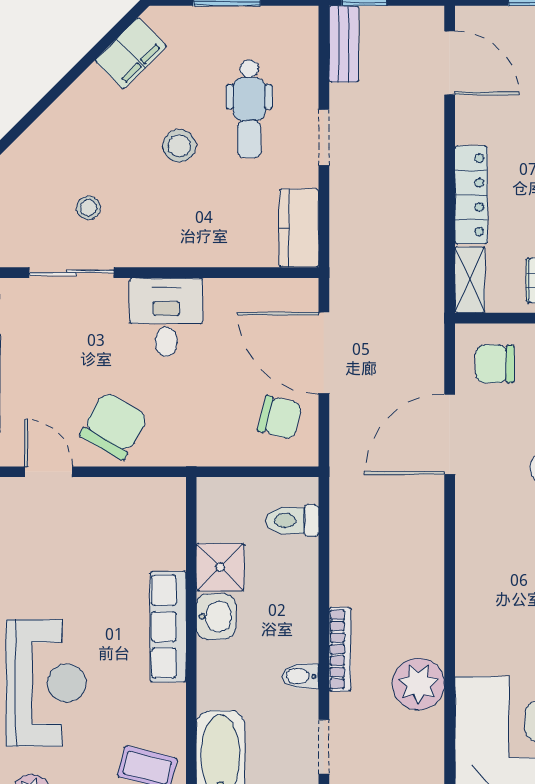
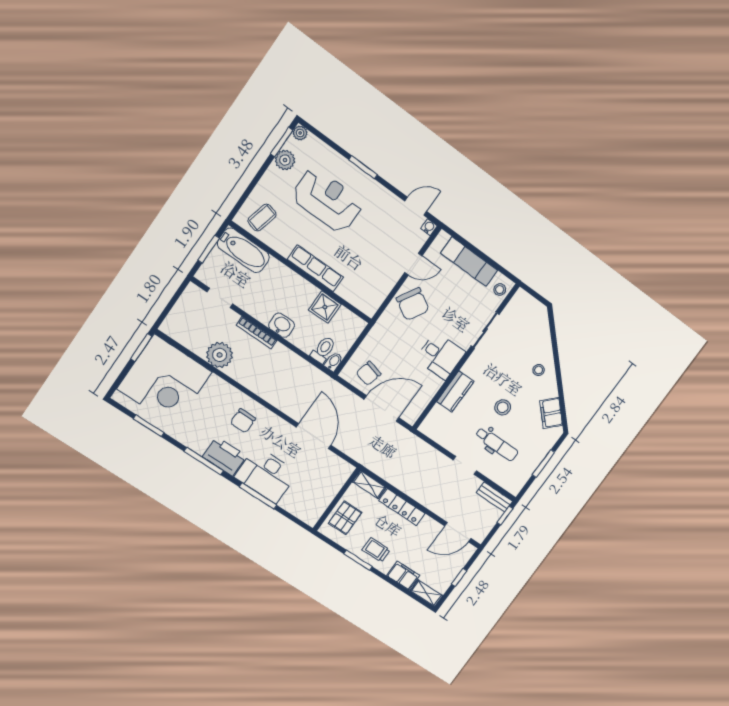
dental chair: (249, 109) -> (497, 444), turned 180
stool: (89, 208) -> (539, 370), moved
kitchen counter: (299, 228) -> (455, 391), moved, turned 90
chair: (495, 364) -> (243, 421), moved, turned 180
washbasin: (216, 617) -> (282, 325), moved, turned 180
bidet: (300, 676) -> (334, 362), moved
reception desk: (46, 683) -> (327, 200), turned 180

